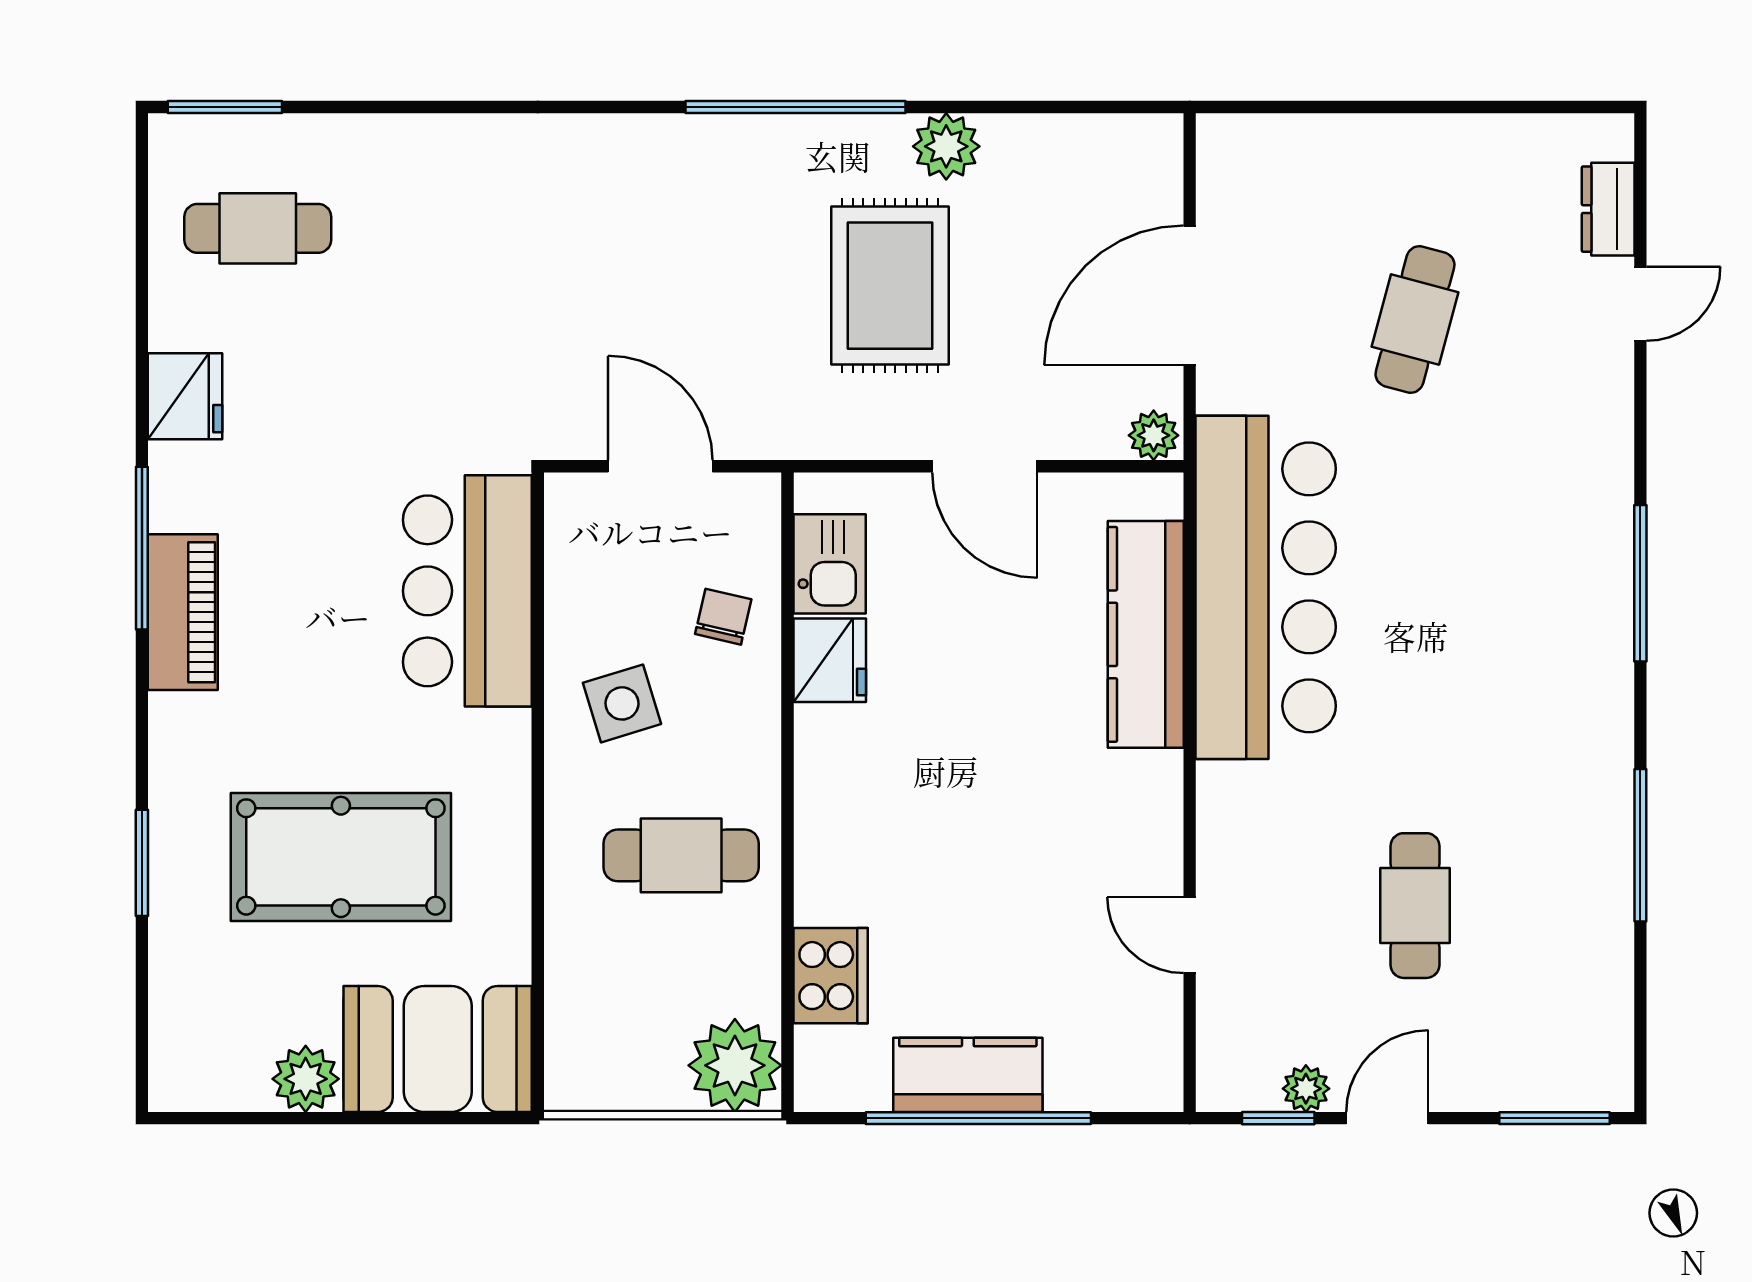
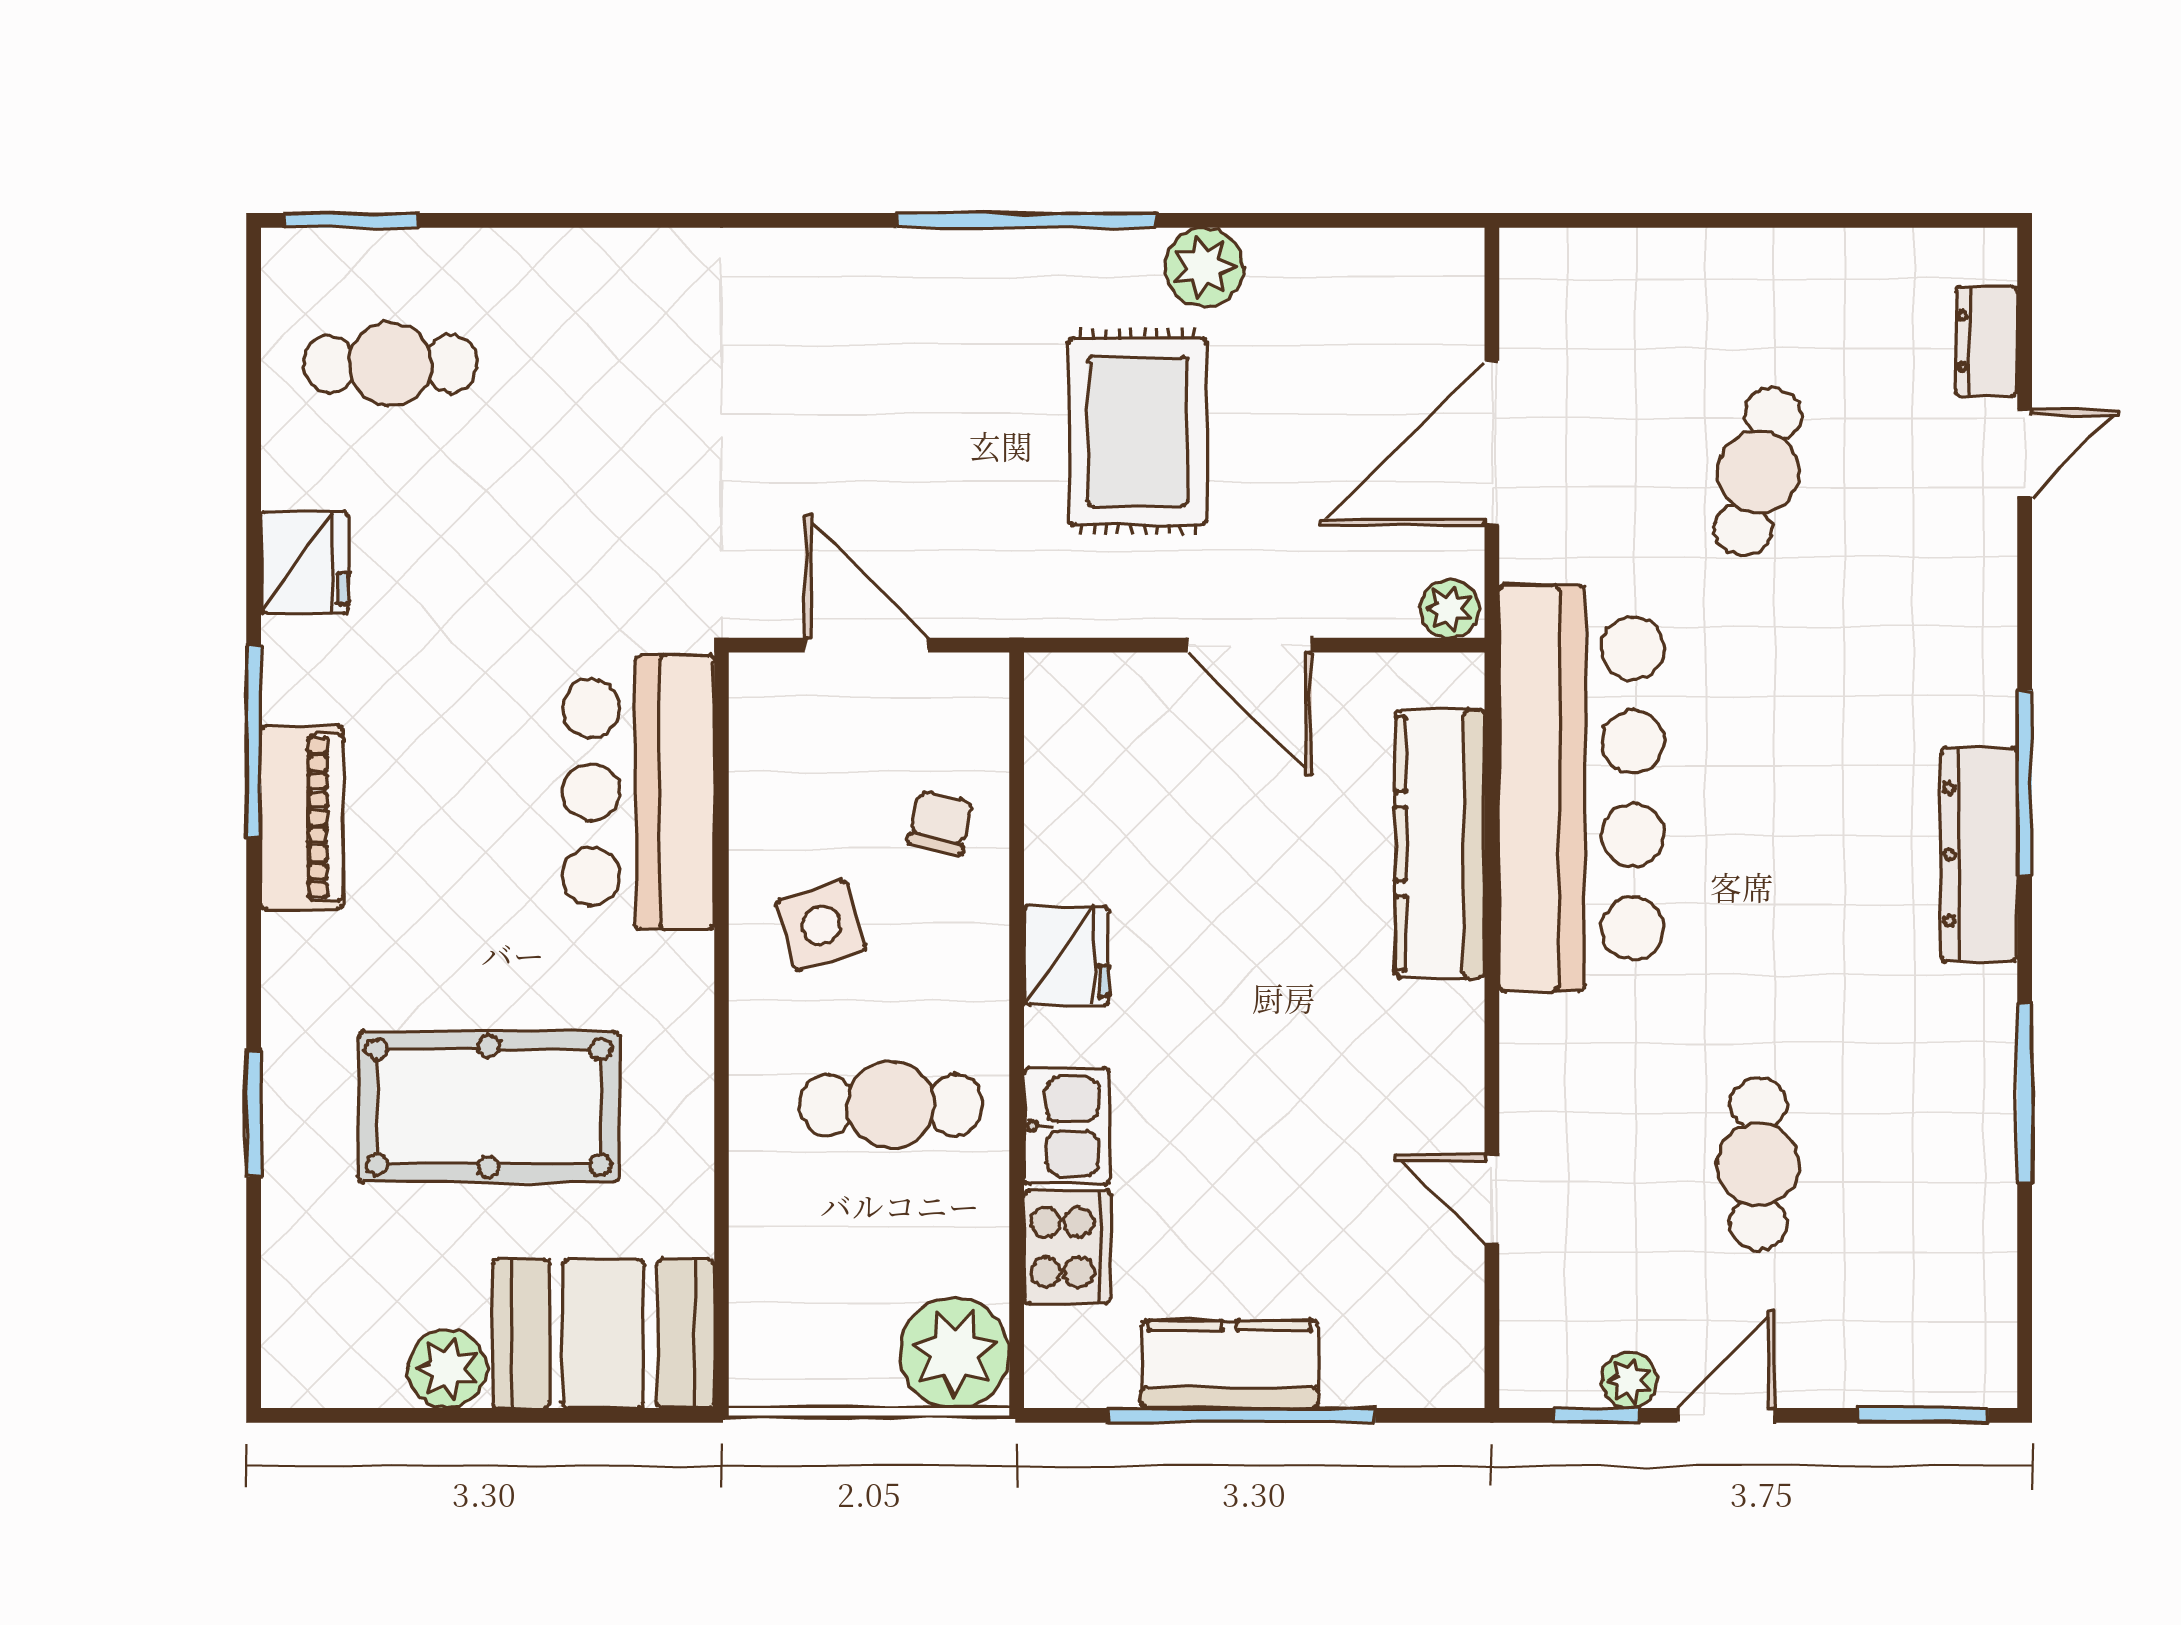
kitchen sink: (830, 564) -> (1066, 1126), moved
dresser: (1602, 643) -> (1979, 854), added
fridge: (830, 660) -> (1067, 956), moved

